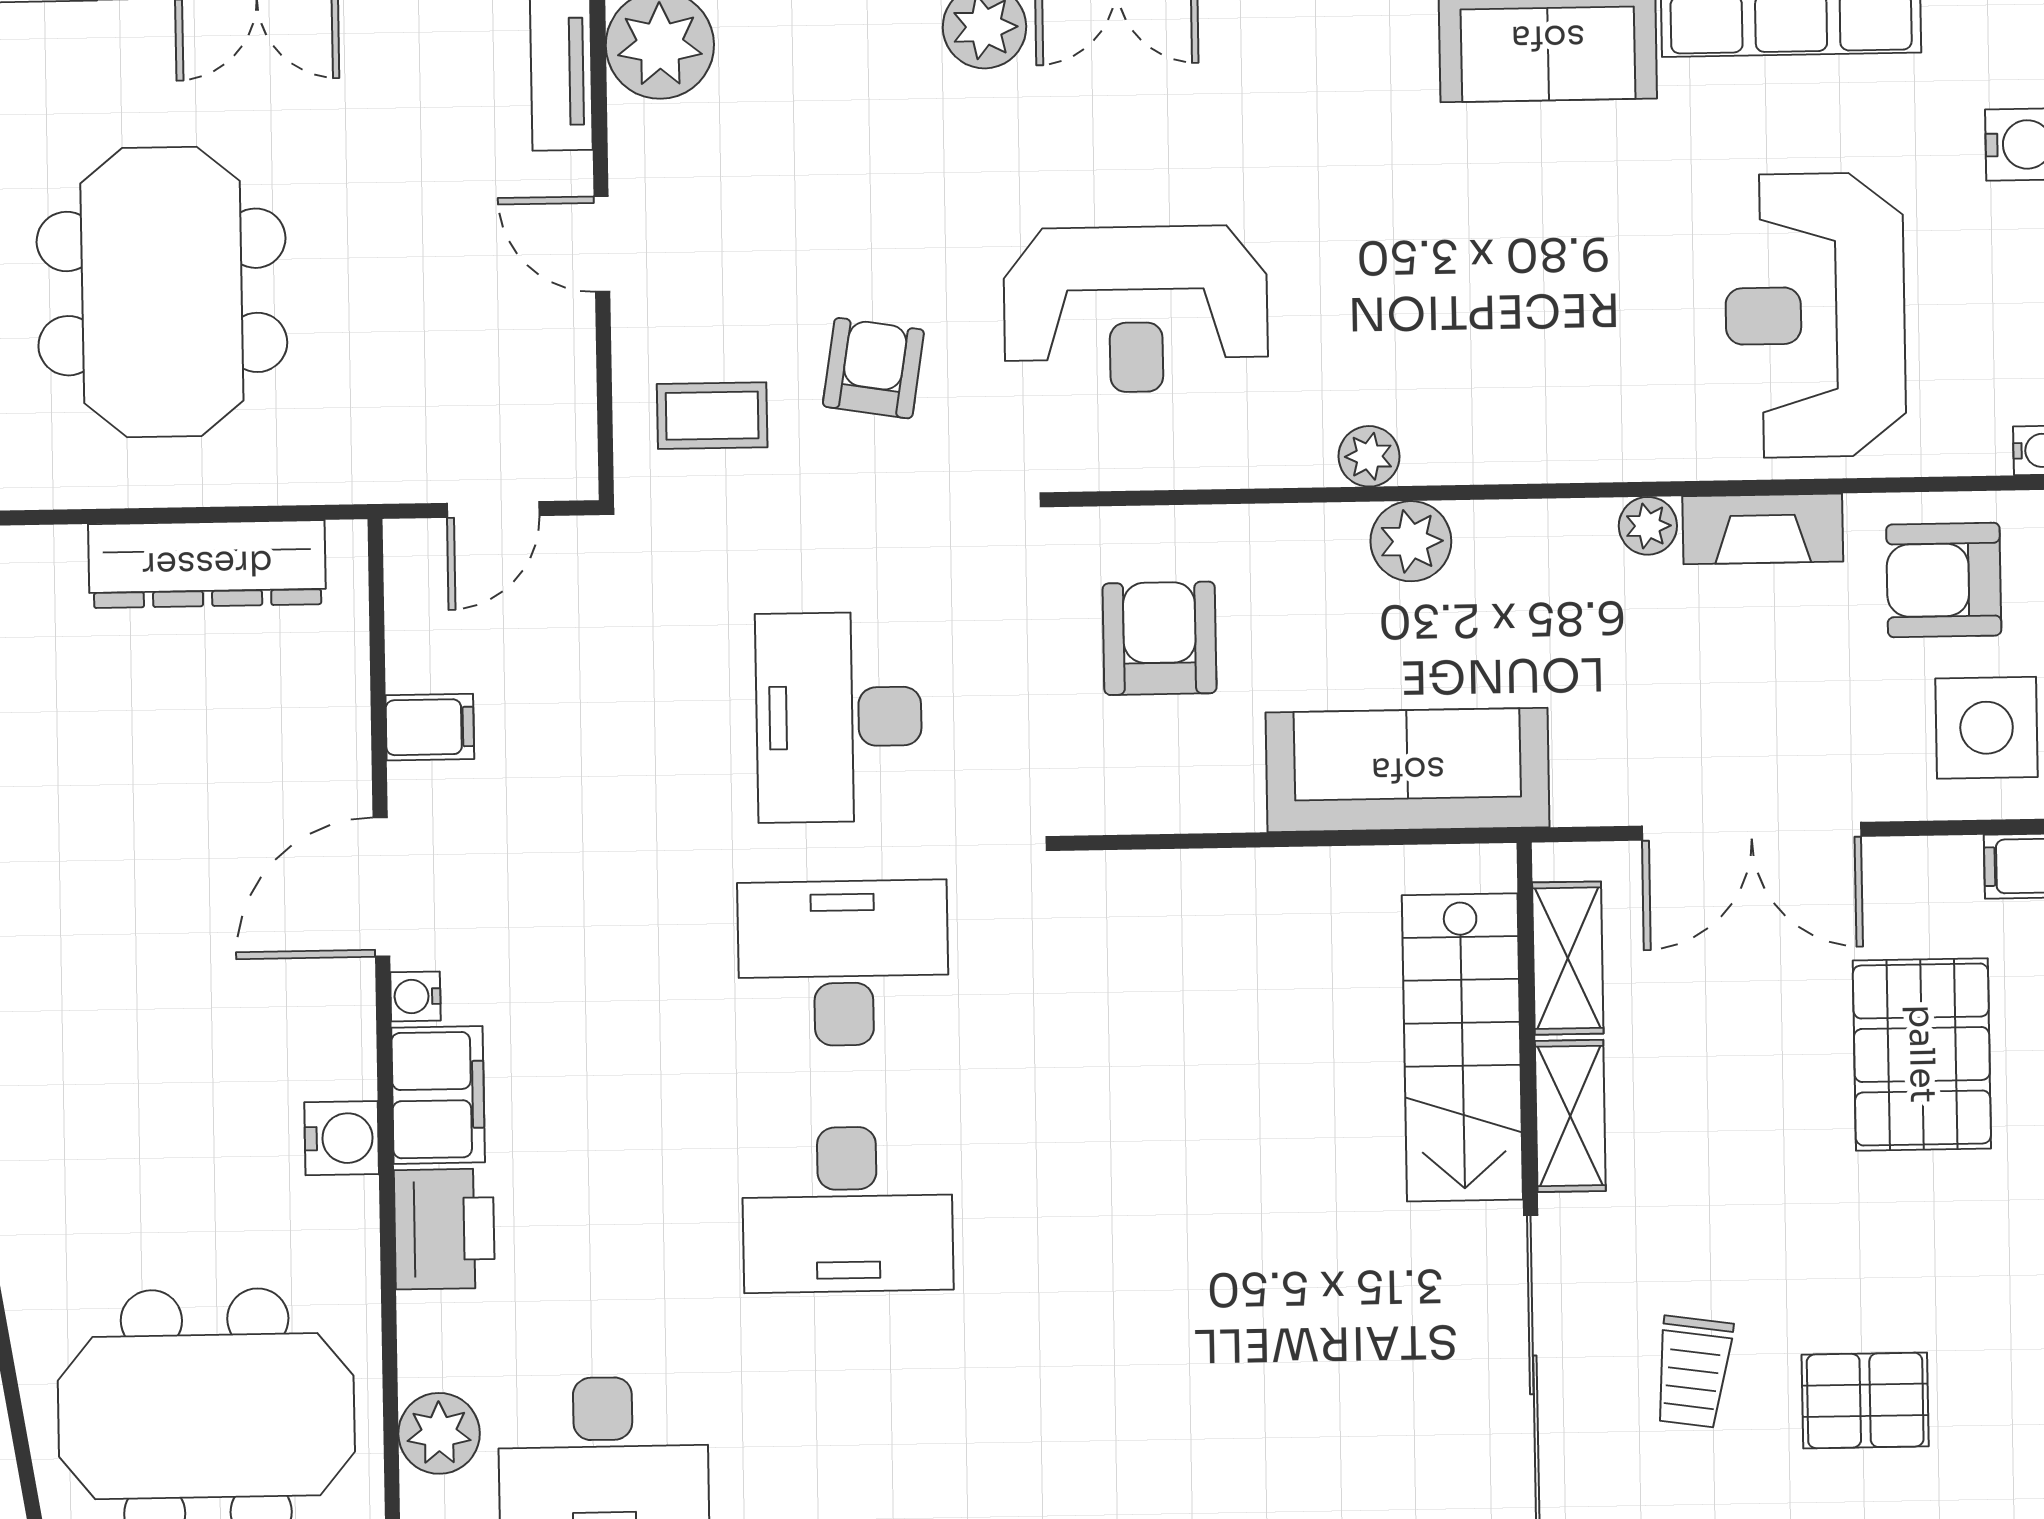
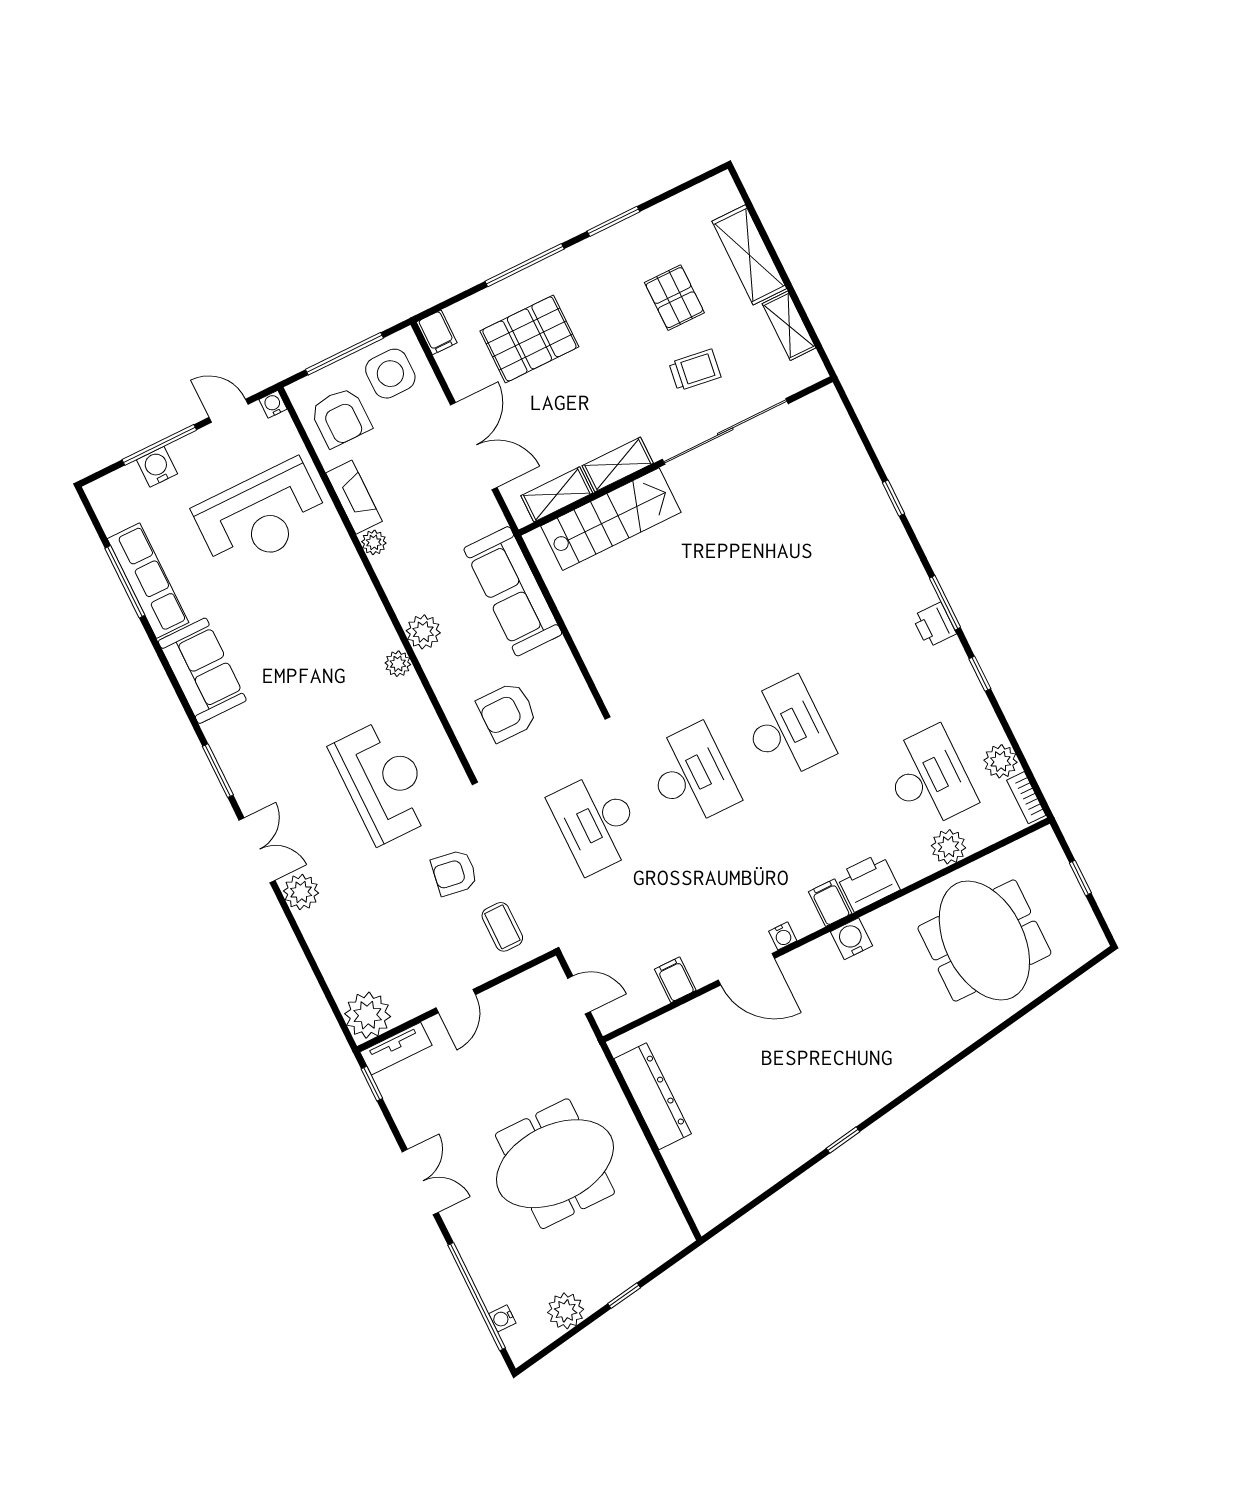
desk: (839, 717) -> (596, 822), turned 90
desk: (843, 963) -> (691, 775), turned 180
filing cabinet: (438, 1095) -> (830, 903), width x0.50

